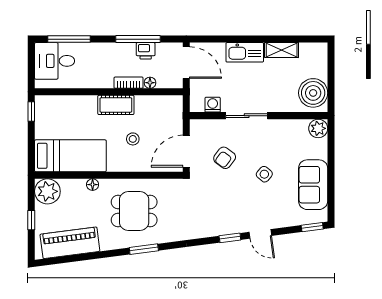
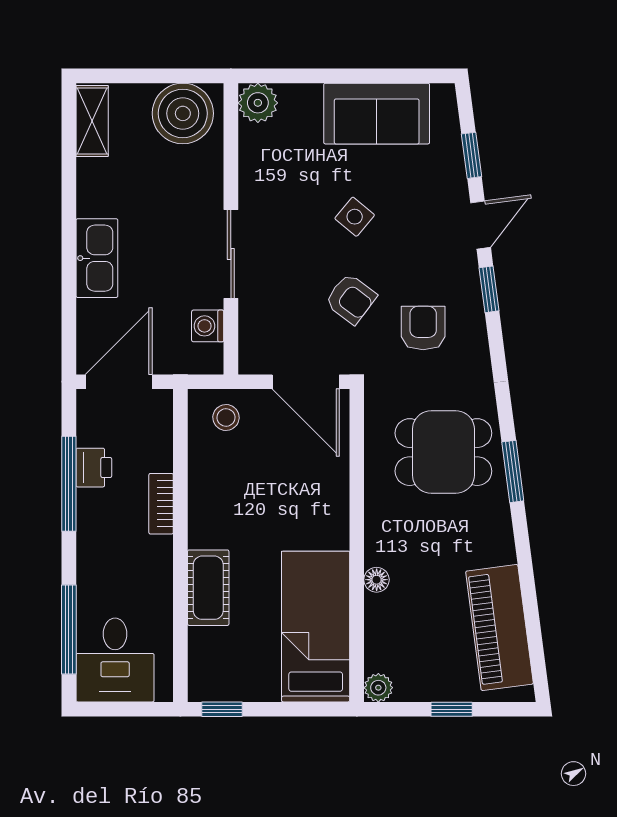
shelving: (282, 50) -> (92, 121), moved
floor lamp: (150, 83) -> (161, 458), removed
cot: (116, 105) -> (208, 588), moved
stool: (133, 139) -> (226, 418), moved
armchair: (225, 158) -> (351, 299), moved
plant: (47, 191) -> (378, 688), width x0.53, depth x0.53
armchair: (212, 207) -> (423, 328), added
dining table: (134, 211) -> (443, 452), moved, turned 90
window: (312, 227) -> (471, 155), moved

